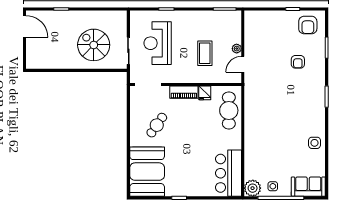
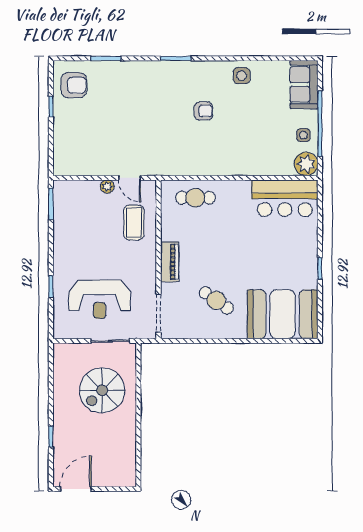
coffee table: (205, 53) -> (134, 222), moved, turned 90
armchair: (298, 62) -> (203, 111), moved
fridge: (205, 93) -> (170, 232), removed
cafe table: (229, 110) -> (195, 198), width x0.73, depth x0.74

